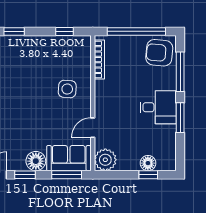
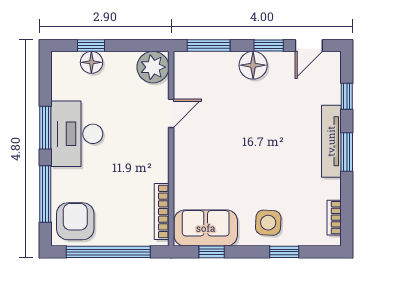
armchair: (159, 53) -> (75, 221), turned -95
side table: (67, 89) -> (268, 223), moved
desk: (158, 107) -> (77, 134), width x1.37
sofa: (69, 158) -> (206, 228), moved, turned 180

